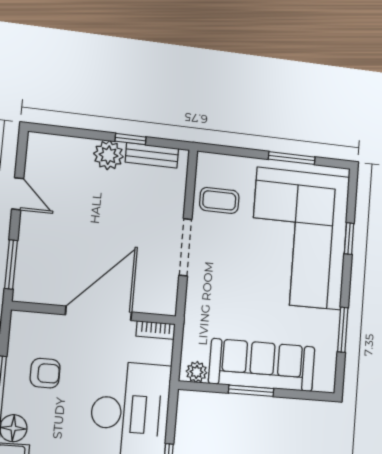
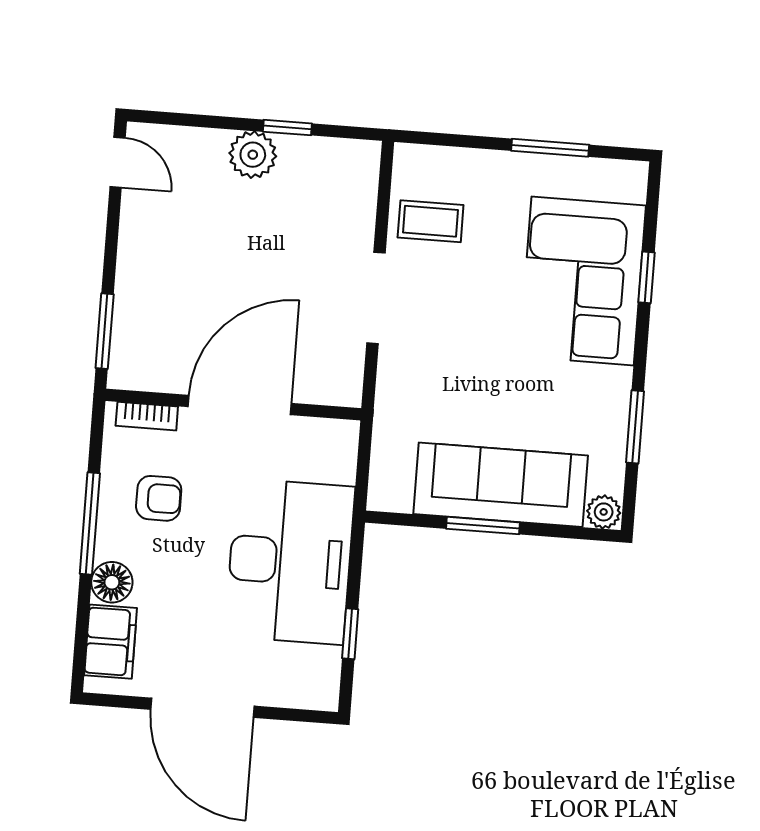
bench: (152, 155) -> (322, 152), removed
door: (18, 194) -> (118, 162), moved
corner sofa: (299, 239) -> (583, 281), width x0.73, depth x0.74
bookcase: (156, 330) -> (147, 416), moved
plant: (197, 372) -> (604, 512), moved

